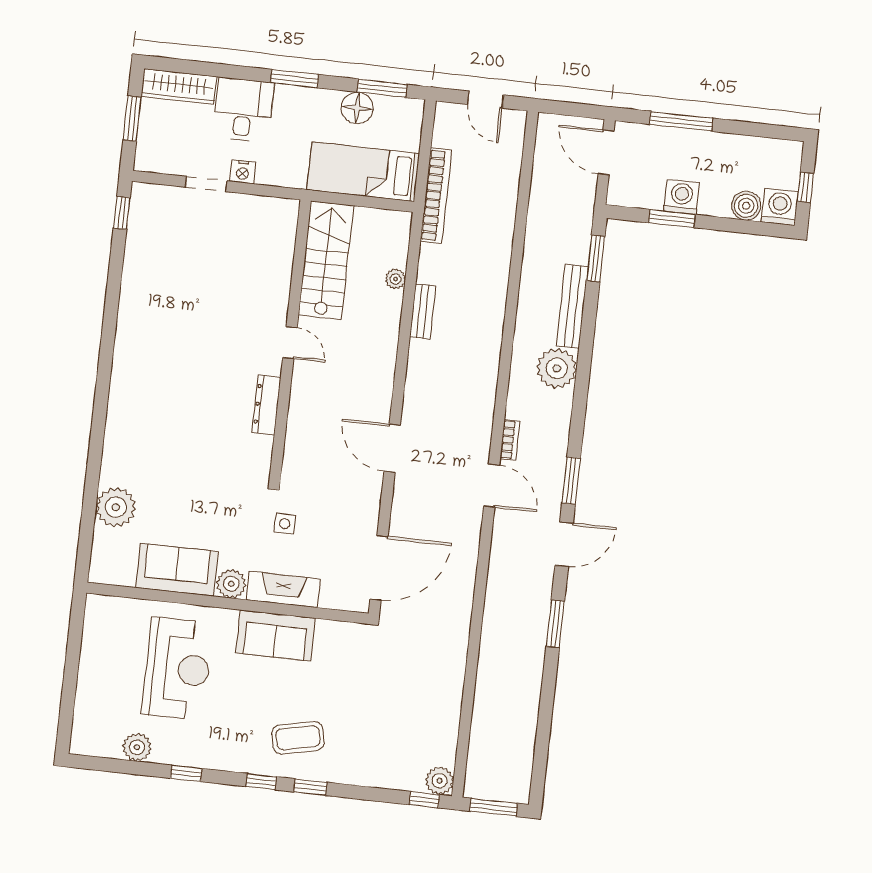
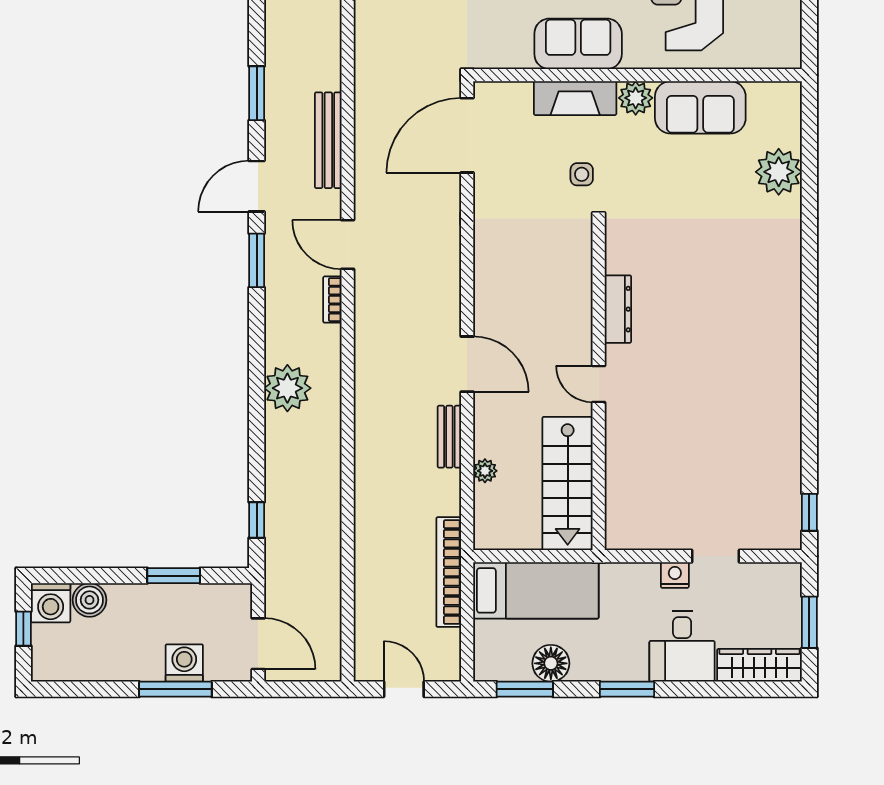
washing machine: (682, 197) -> (184, 663), moved, turned 180
window: (596, 258) -> (257, 520), width x0.67
bench: (572, 306) -> (328, 140), moved
door: (392, 448) -> (467, 364), moved

